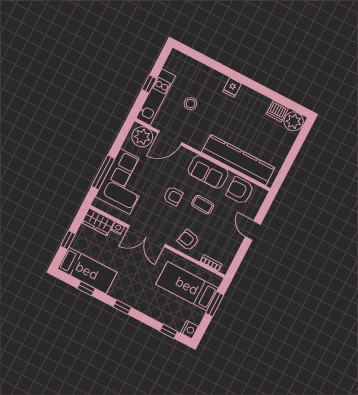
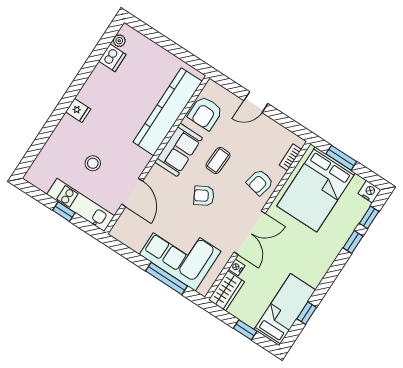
plant: (294, 121) -> (119, 41), width x0.53, depth x0.53
plant: (142, 137) -> (128, 226), removed
armchair: (173, 196) -> (204, 196), turned -119
bed: (187, 286) -> (316, 189), width x1.50
window: (122, 307) -> (353, 242), moved

